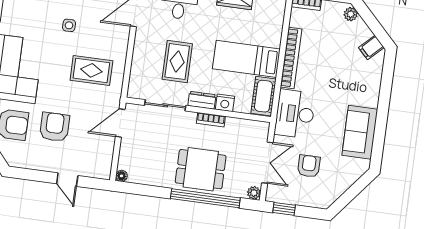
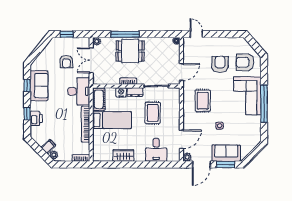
filing cabinet: (371, 47) -> (48, 147), moved
rug: (91, 70) -> (203, 101), turned 90
printer: (372, 79) -> (36, 118), added
window: (386, 88) -> (27, 114), added
armchair: (55, 127) -> (220, 64), turned 180
window: (379, 135) -> (27, 85), added
door: (67, 180) -> (196, 34), moved
window: (205, 198) -> (125, 34), width x0.68
window: (284, 209) -> (67, 34), moved

